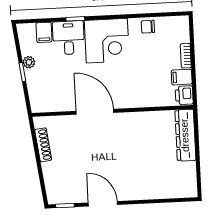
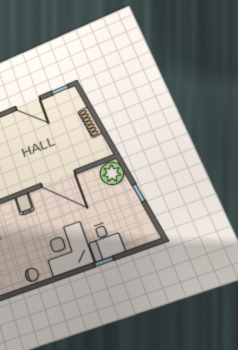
filing cabinet: (44, 32) -> (24, 204), moved, turned 180
plant: (29, 62) -> (112, 173), moved, width x1.88, depth x1.88
shoe rack: (43, 145) -> (90, 122), moved

